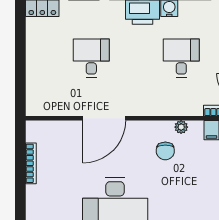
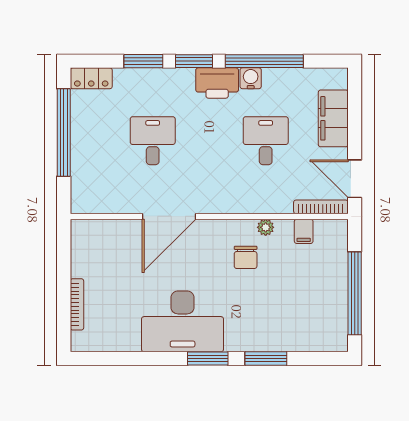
window: (20, 52) -> (64, 133), added
bookcase: (31, 163) -> (77, 304), moved

